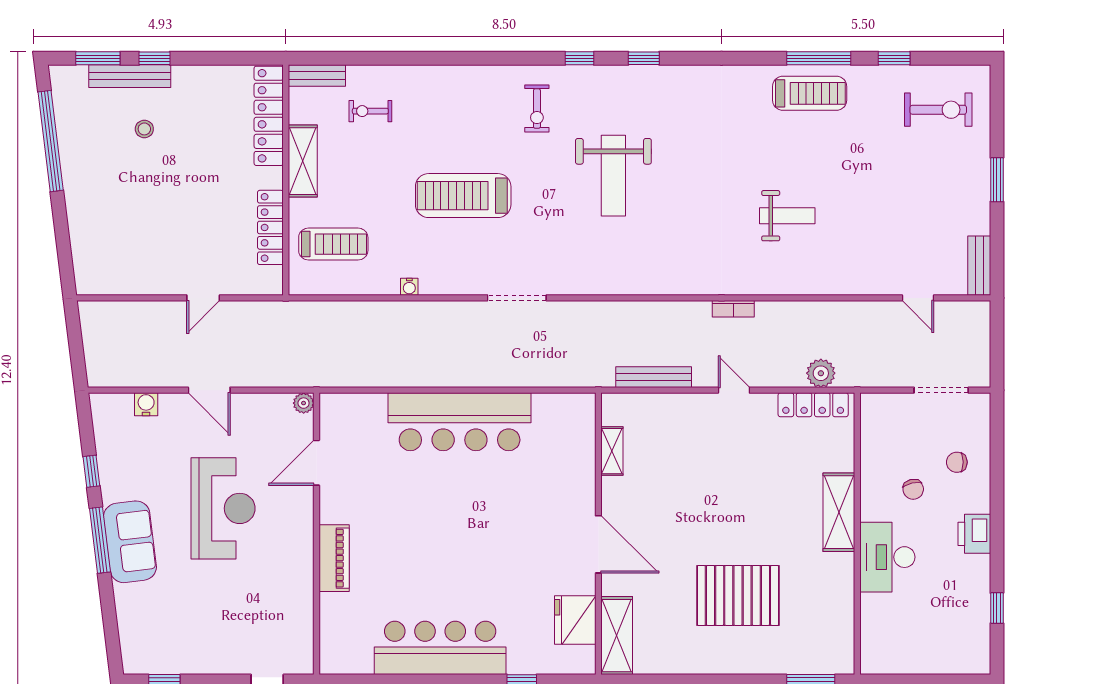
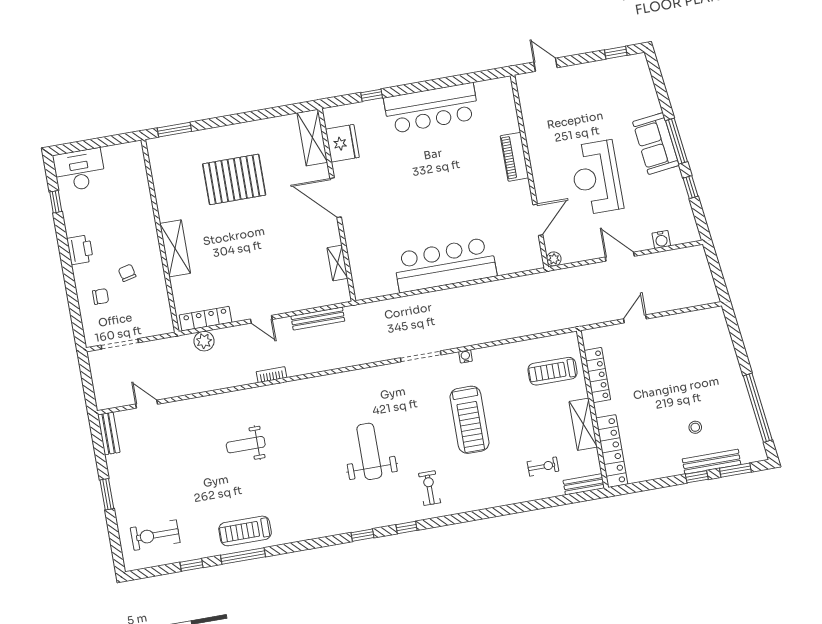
treadmill: (463, 196) -> (470, 420), turned 90
water cooler: (409, 287) -> (465, 356), moved
desk: (887, 557) -> (79, 170), moved, turned -90

